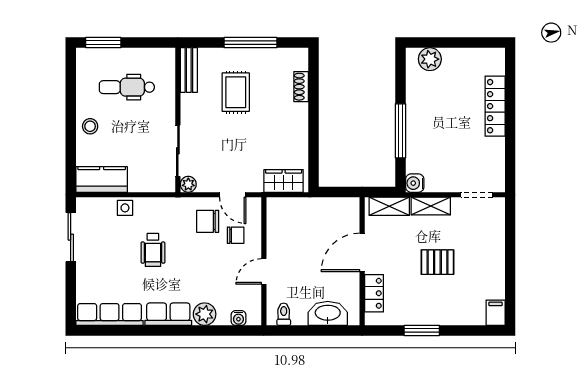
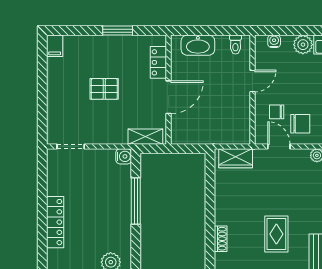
shelving: (431, 206) -> (110, 137), removed

